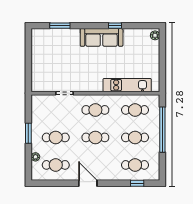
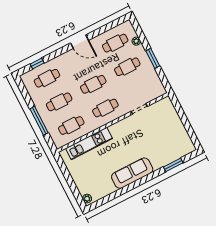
window: (115, 26) -> (126, 189), removed
window: (162, 130) -> (39, 121), width x0.68

